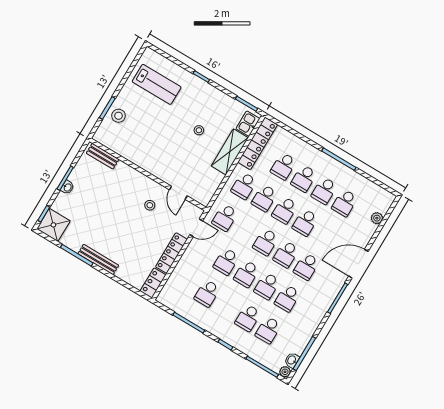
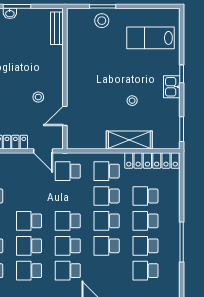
lab bench: (157, 84) -> (150, 38), turned 90
kitchen sink: (248, 124) -> (172, 87), moved, turned -90
school desk: (226, 262) -> (29, 196), removed

